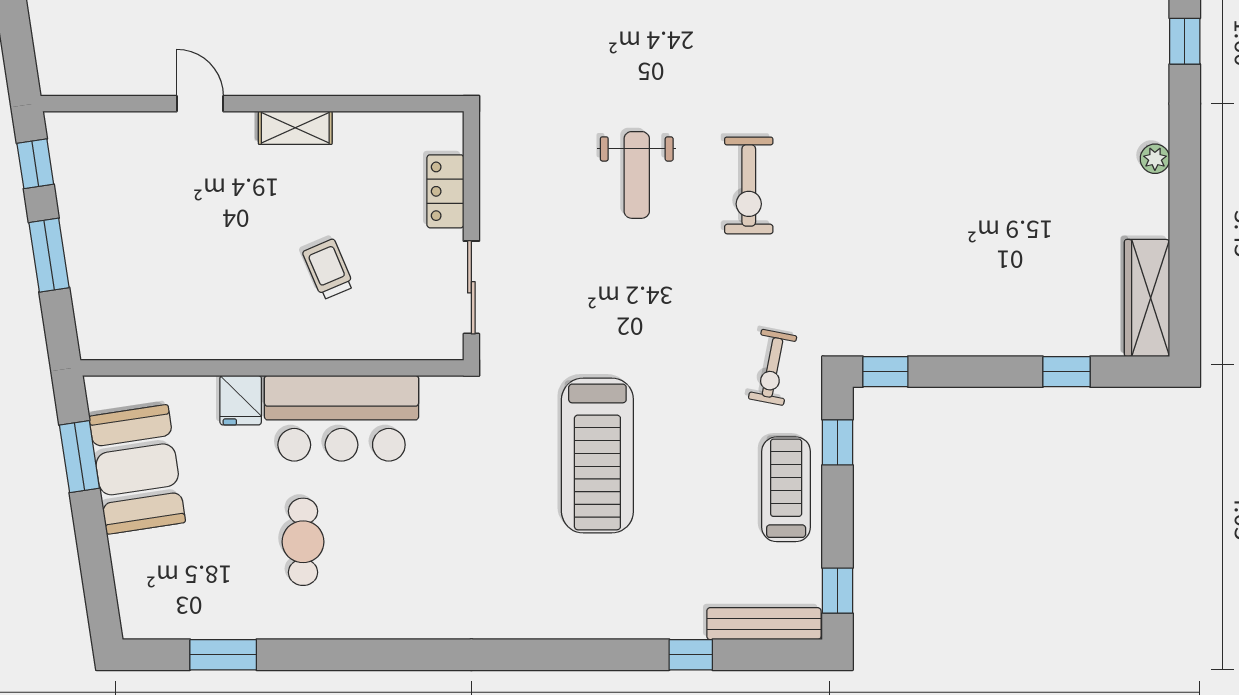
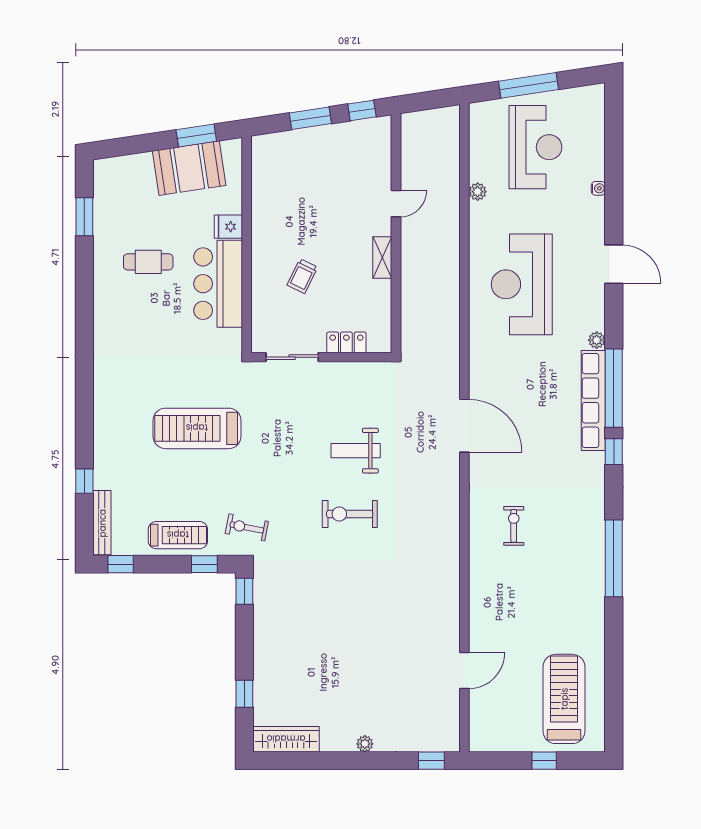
trolley: (328, 269) -> (302, 276), turned 139

